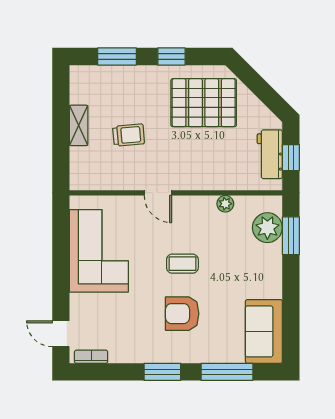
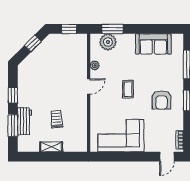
window: (265, 92) -> (33, 43), added
pallet: (204, 103) -> (39, 77), removed
workbench: (270, 154) -> (25, 121), moved, turned -90
door: (158, 193) -> (89, 86), moved
armchair: (182, 314) -> (162, 100), moved
sofa: (264, 331) -> (153, 44), moved

